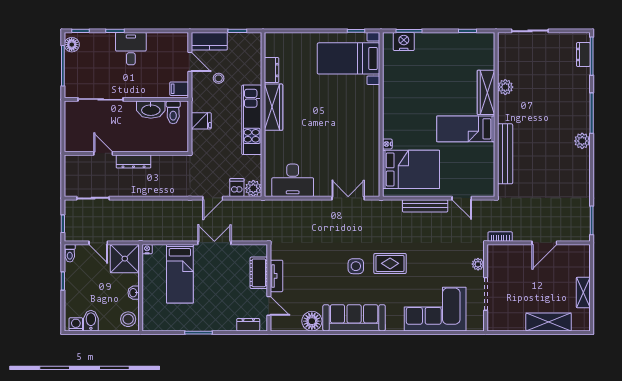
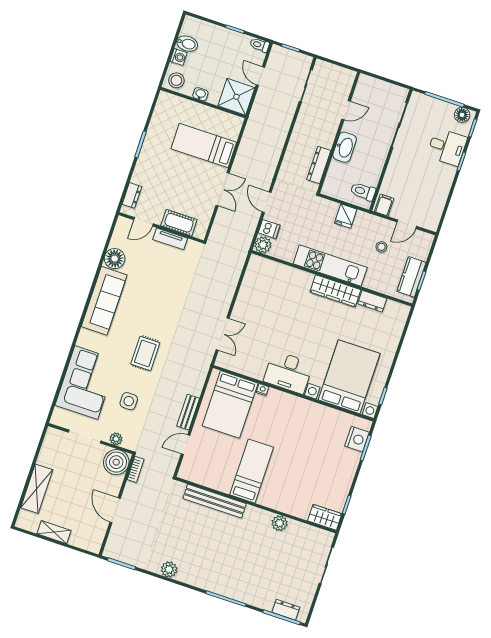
kitchen counter: (209, 41) -> (411, 277), moved
desk: (131, 49) -> (447, 147), moved
bed with nightstands: (348, 58) -> (349, 377), width x1.36
wardrobe: (486, 92) -> (325, 517), moved, width x0.67
washbasin: (151, 110) -> (345, 147), moved, turned 180
plant: (582, 141) -> (169, 569), moved
dresser: (134, 161) -> (319, 165), moved
desk: (293, 180) -> (288, 372), moved, turned -90
bench: (425, 206) -> (188, 412), width x0.73
door: (98, 243) -> (260, 76), hinge flipped
nightstand: (147, 249) -> (238, 122), removed
boiler: (499, 257) -> (116, 462), added
side table: (356, 266) -> (129, 401), moved
washing machine: (76, 324) -> (179, 57), moved

